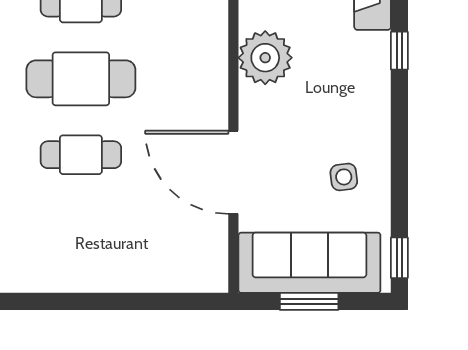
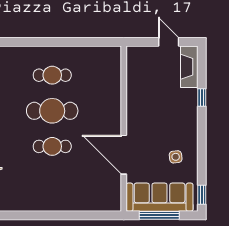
plant: (265, 58) -> (139, 101), removed
window: (309, 301) -> (159, 215), width x1.44

